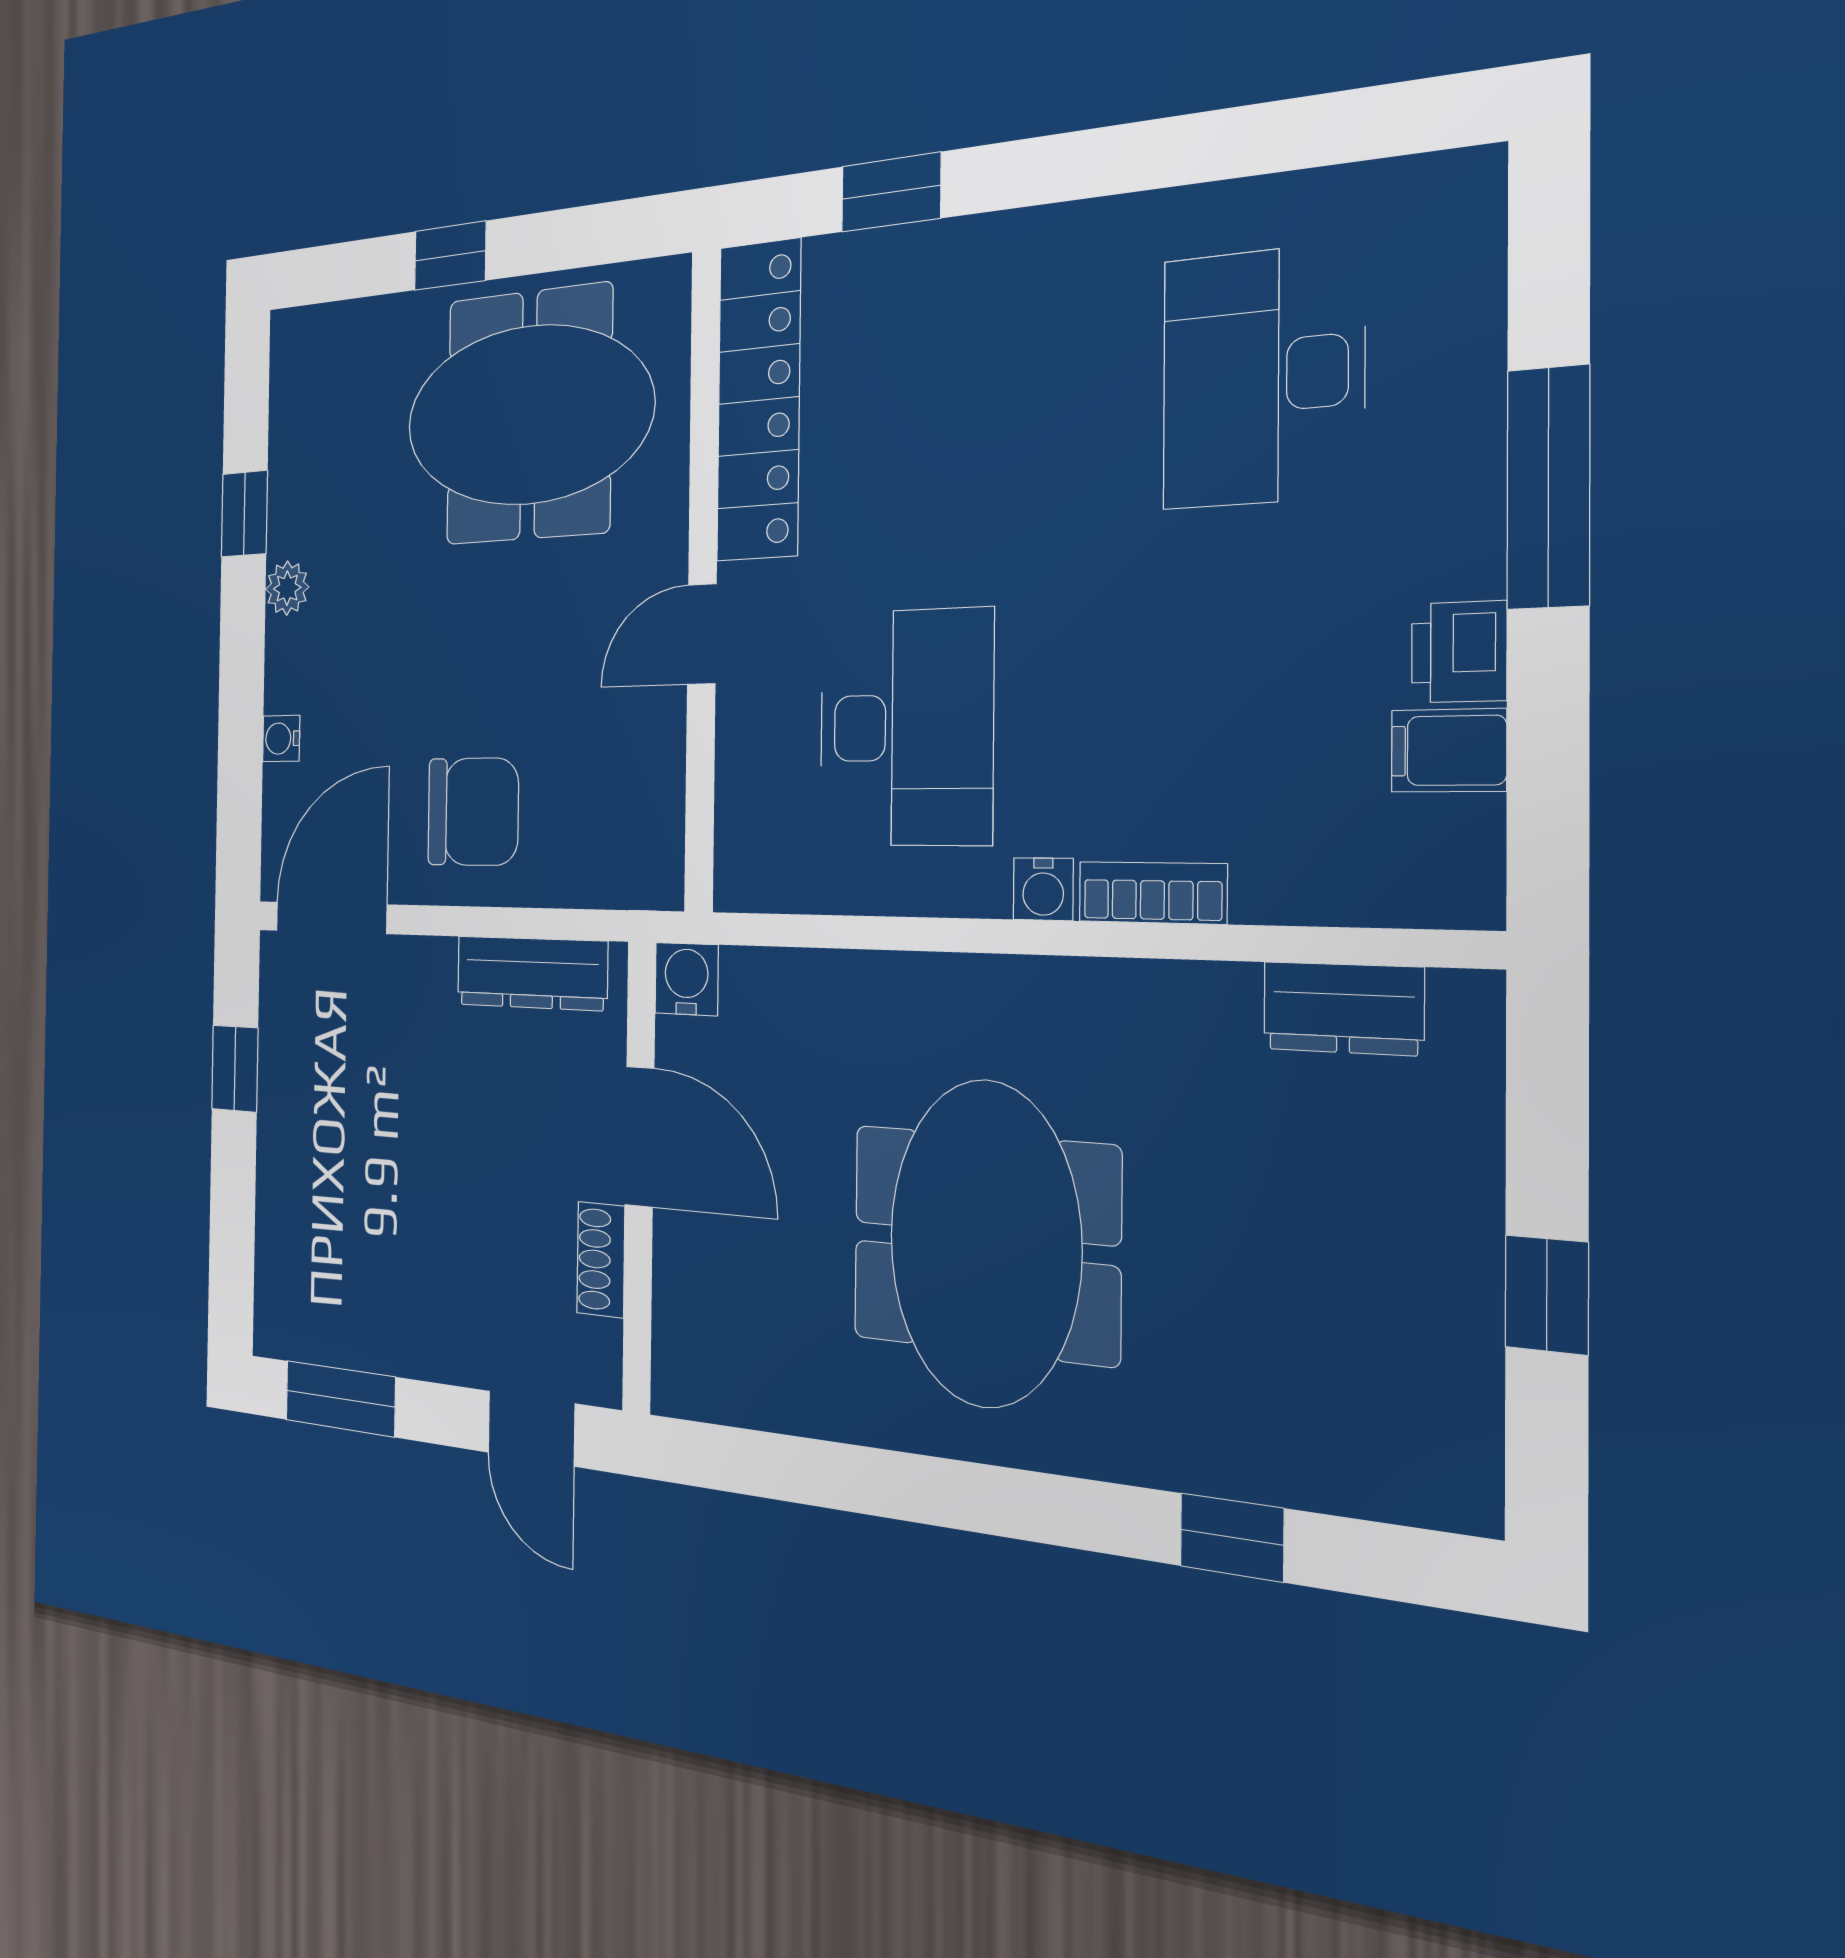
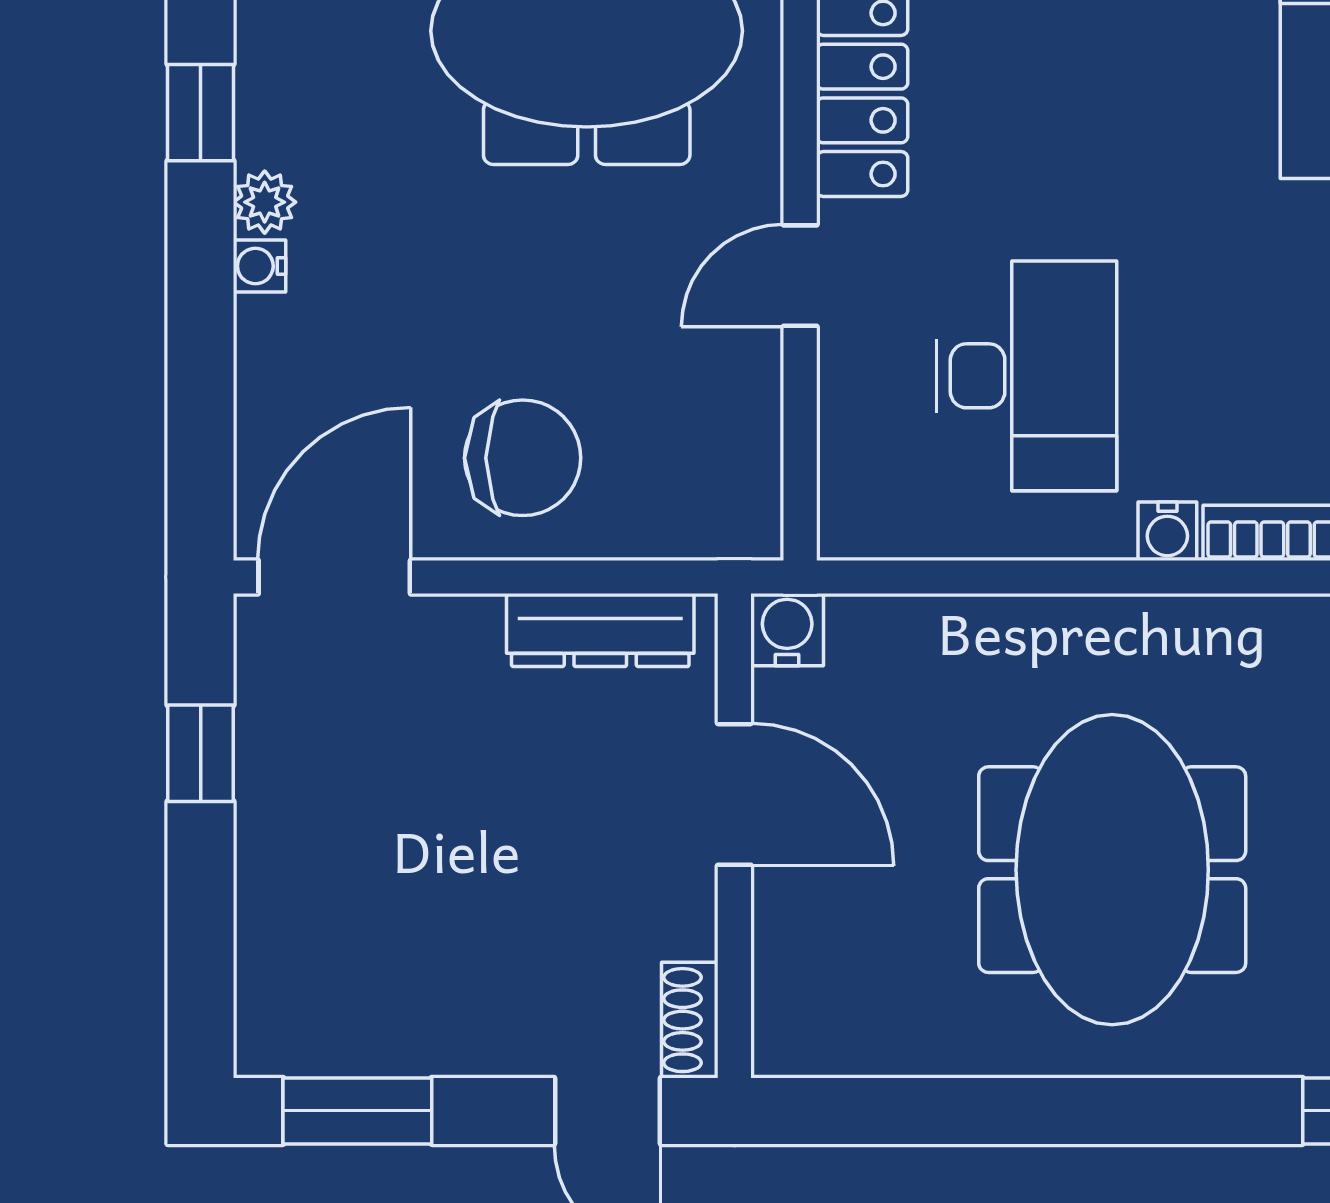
water cooler: (281, 738) -> (259, 266), moved
shoe rack: (601, 1260) -> (690, 1020), moved

